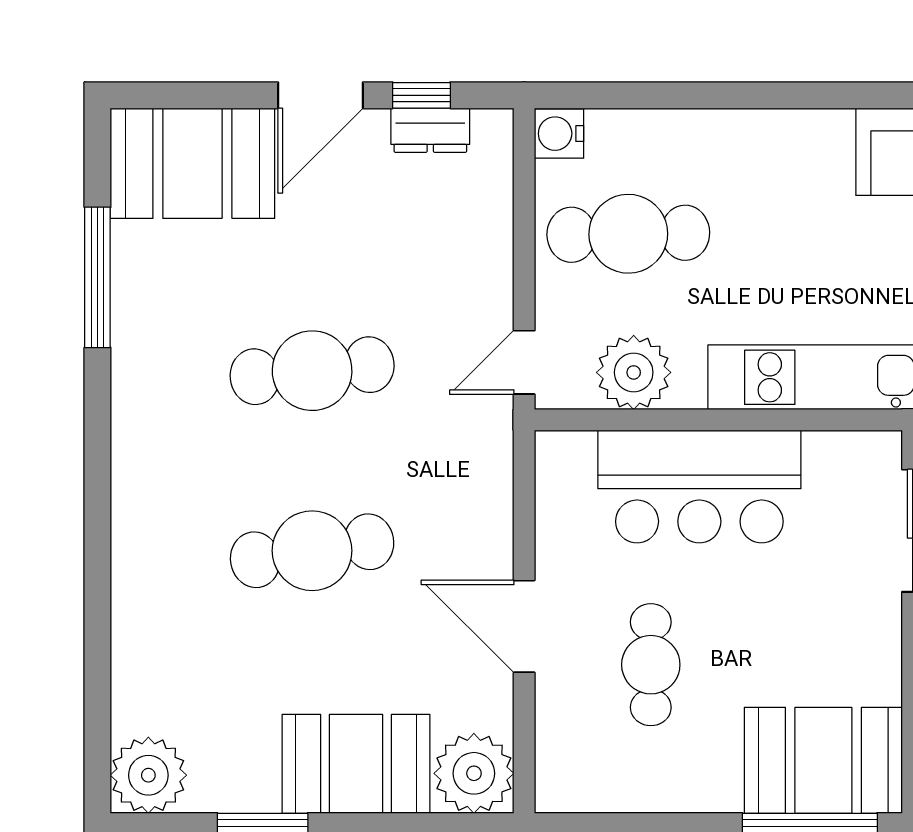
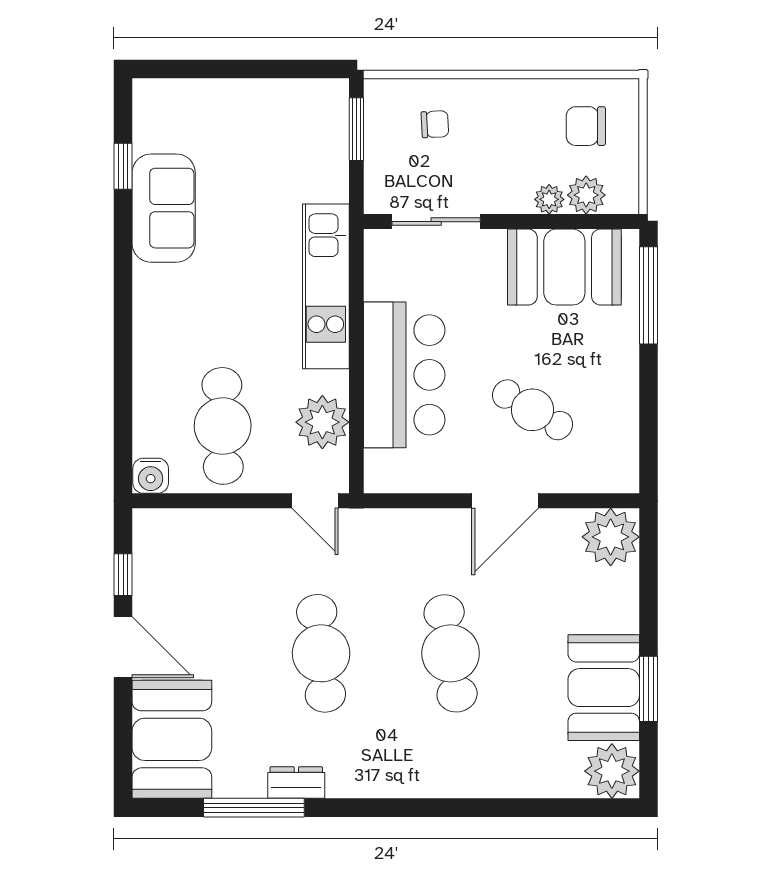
dresser: (430, 130) -> (296, 783), moved, turned -90
cafe table: (651, 665) -> (532, 410), turned 31
booth: (823, 760) -> (564, 267), moved, turned 90
booth: (356, 764) -> (604, 688), moved

